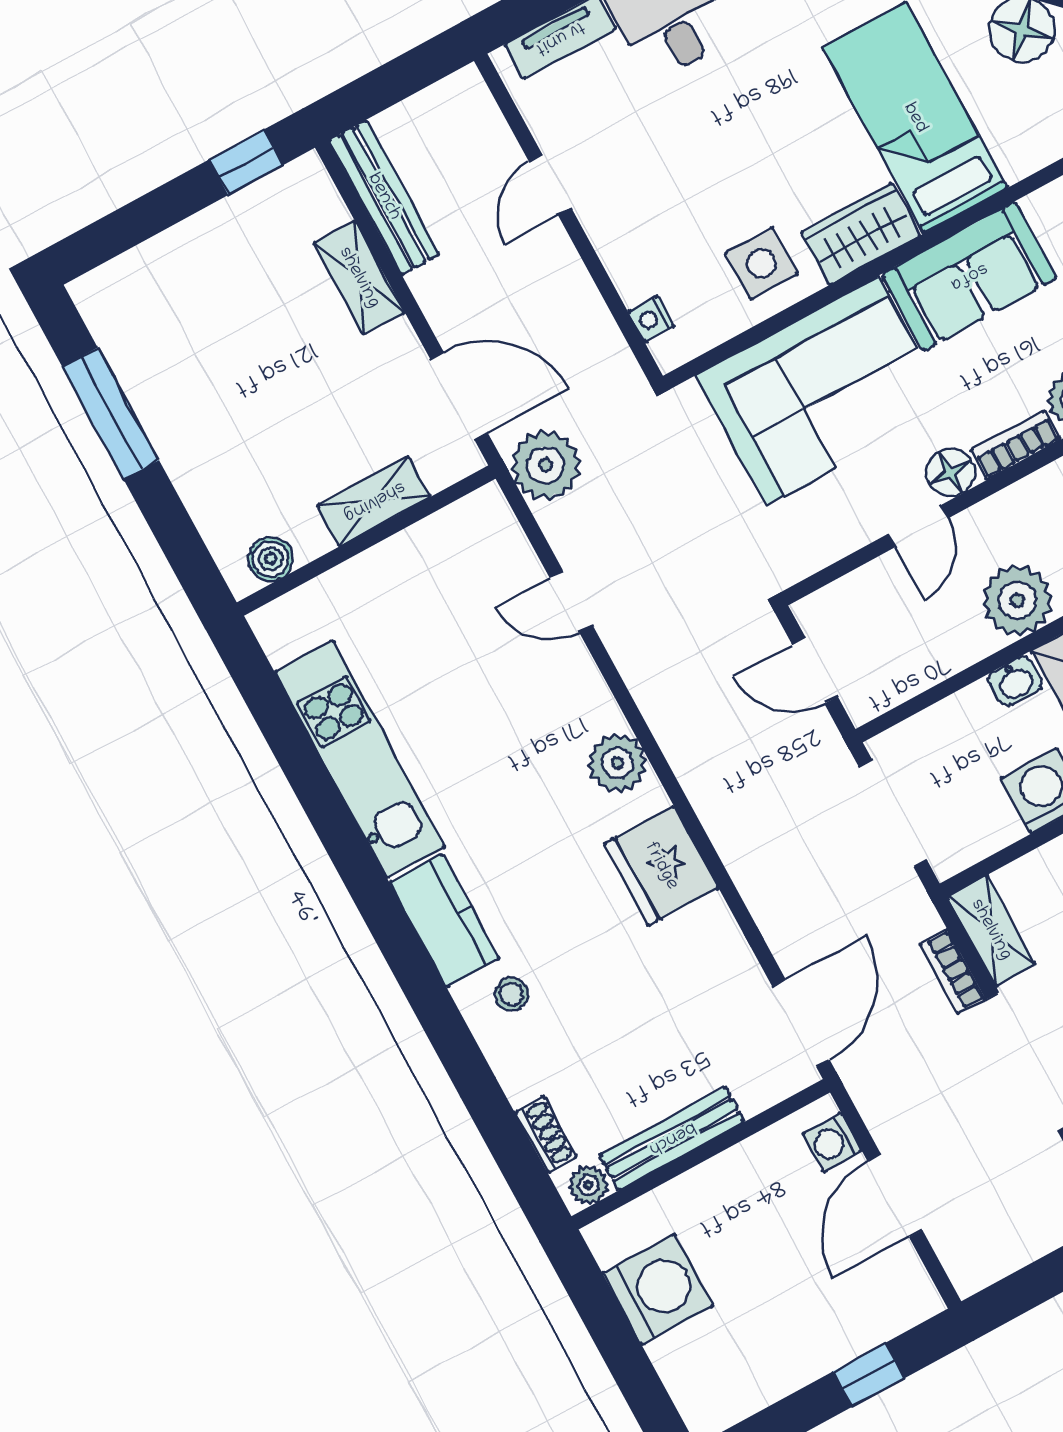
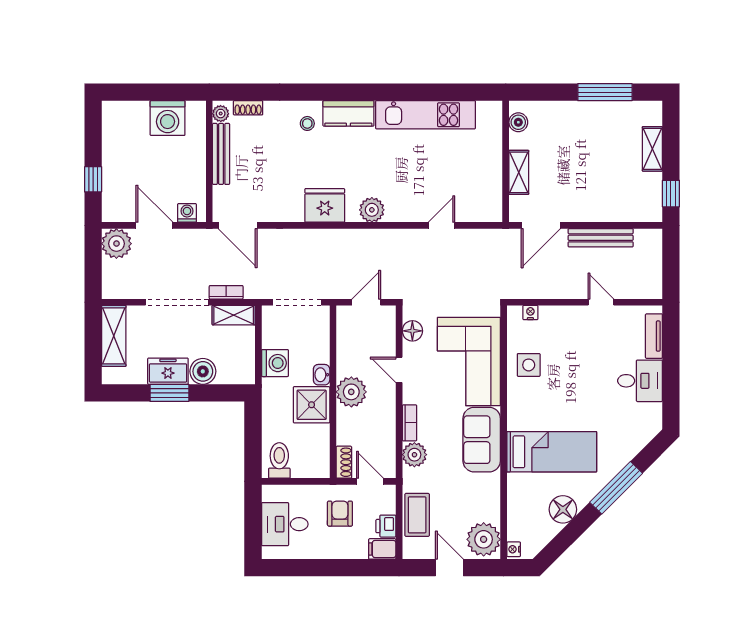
bench: (384, 197) -> (601, 238), moved
wardrobe: (861, 234) -> (520, 408), removed
shelving: (359, 278) -> (652, 149), moved, turned 90
plant: (545, 465) -> (116, 244), moved
floor lamp: (951, 472) -> (412, 331), moved

